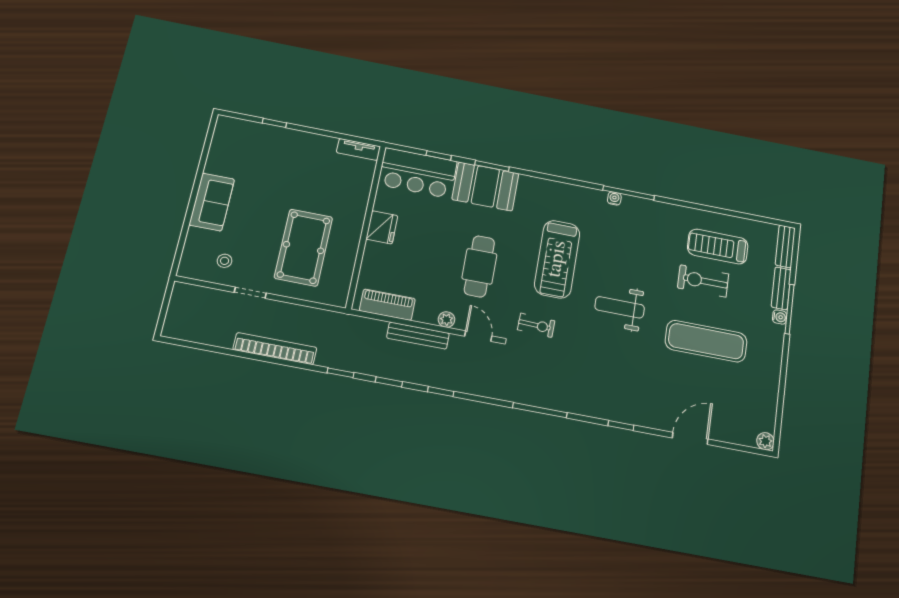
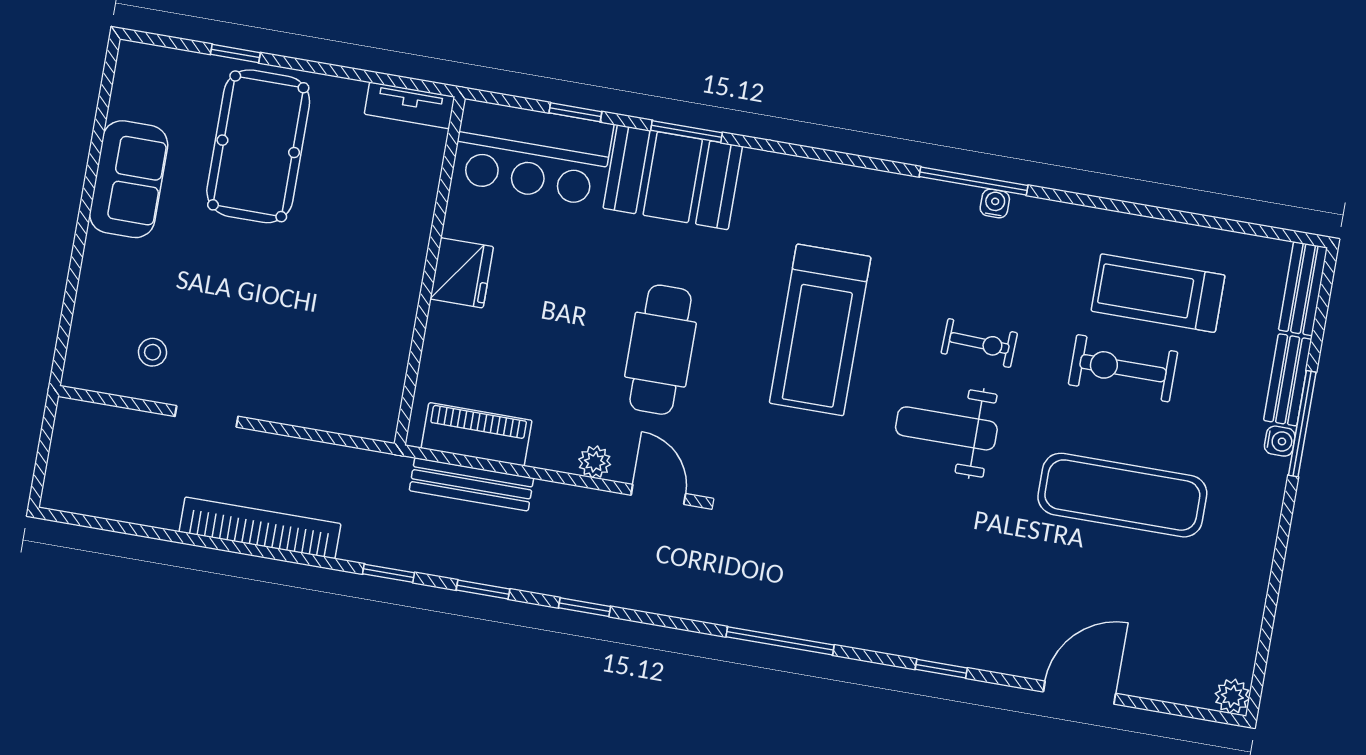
water cooler: (614, 198) -> (995, 204), moved
sofa: (212, 202) -> (129, 179), moved
pool table: (304, 248) -> (258, 146), moved
exercise bike: (536, 325) -> (979, 343), moved
bench: (418, 336) -> (471, 484), moved

